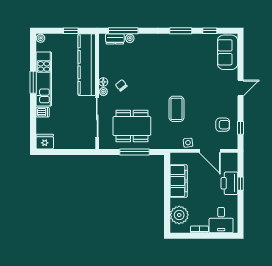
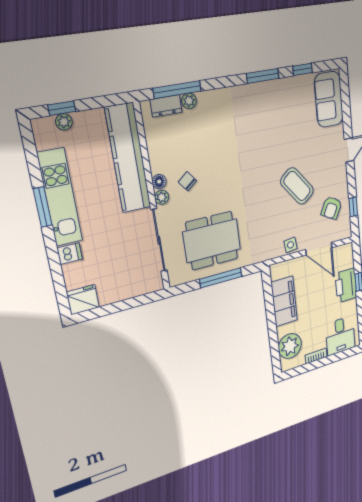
window: (71, 31) -> (62, 108), moved
plant: (41, 38) -> (64, 122), moved
coffee table: (177, 109) -> (297, 186), moved, turned -38
armchair: (223, 125) -> (331, 208), turned 118

